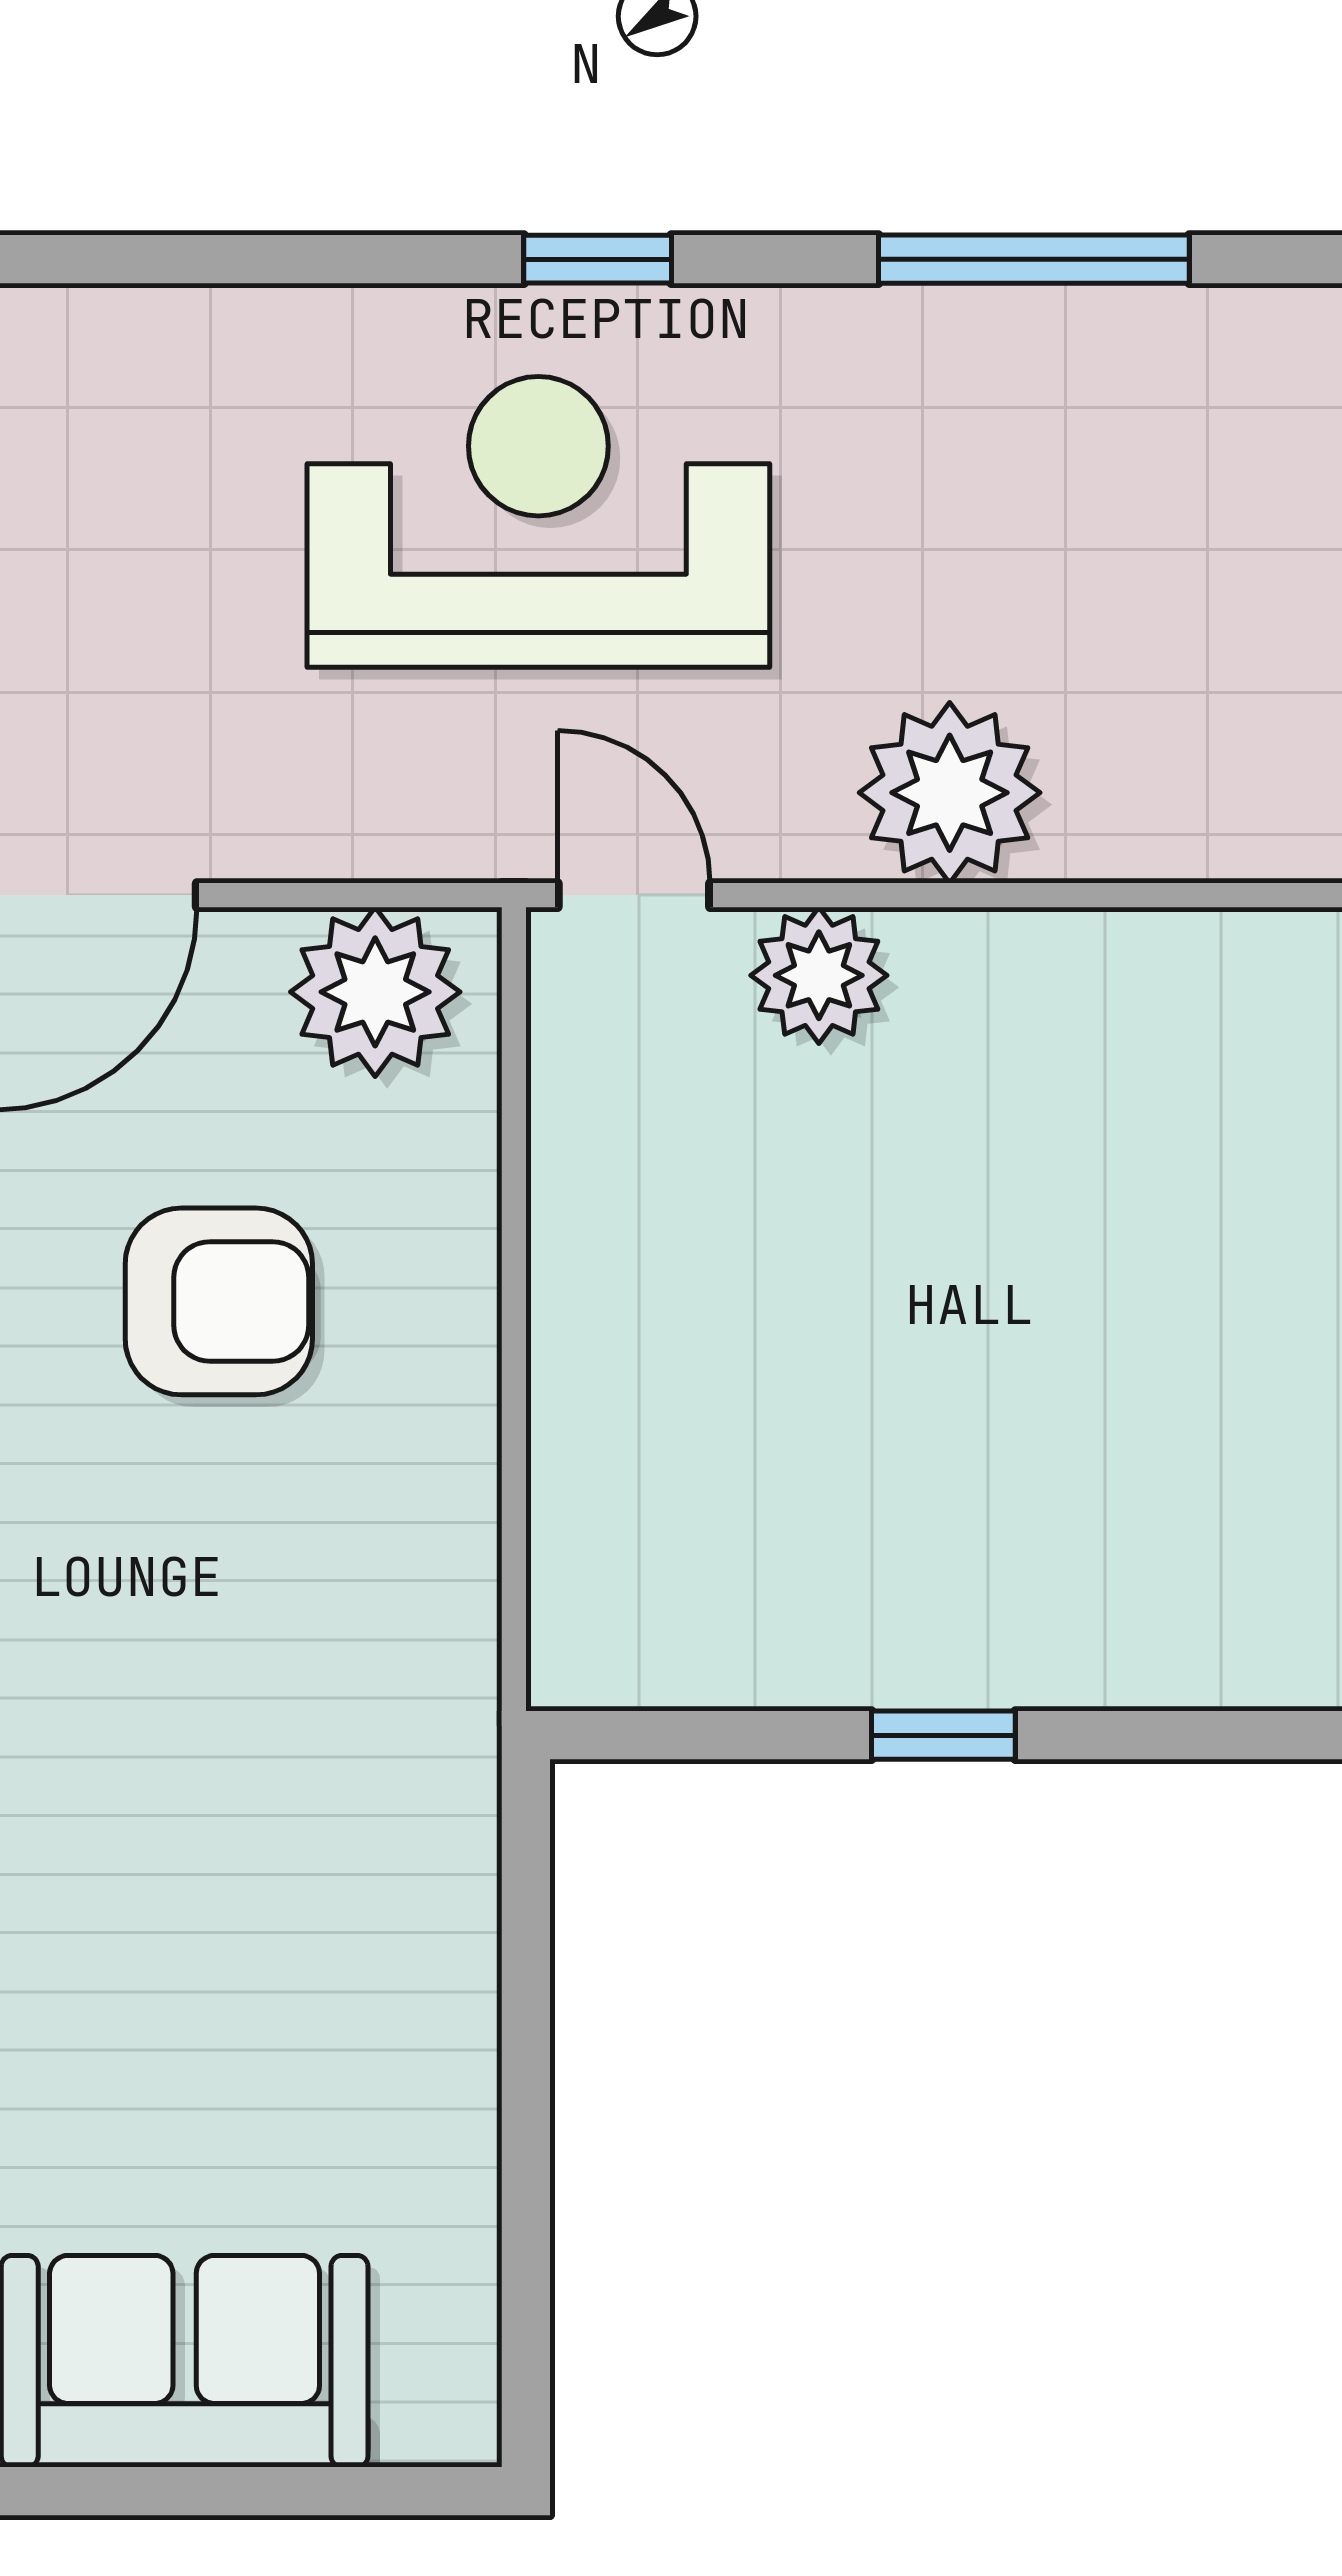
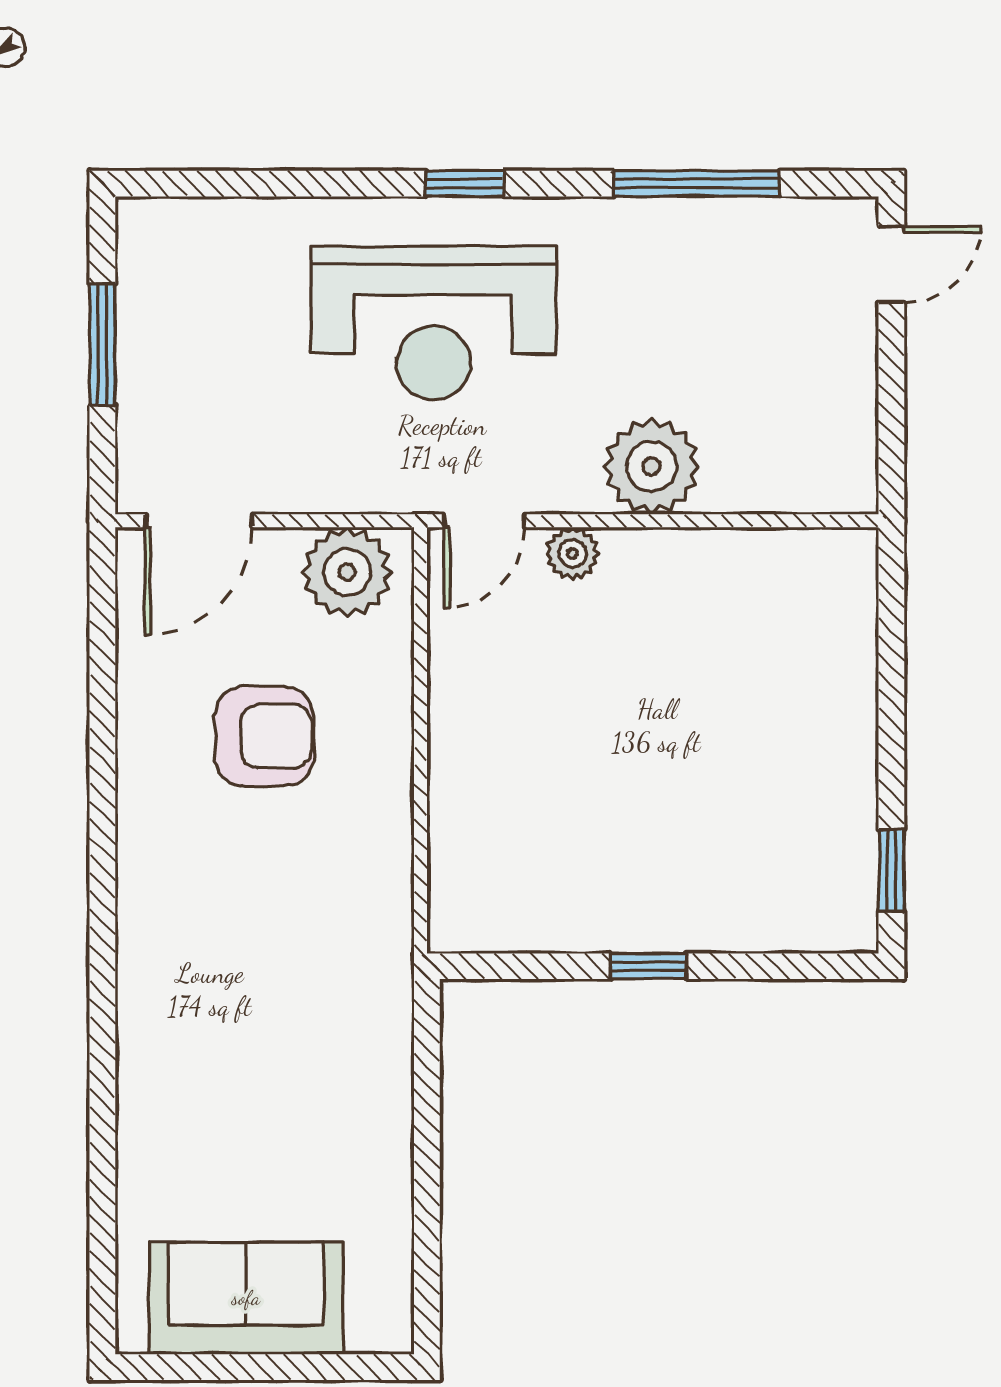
reception desk: (538, 522) -> (434, 323), turned 180
door: (634, 895) -> (484, 521), swing flipped
plant: (819, 975) -> (572, 553), width x0.73, depth x0.73

